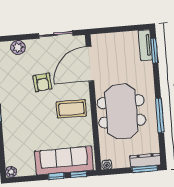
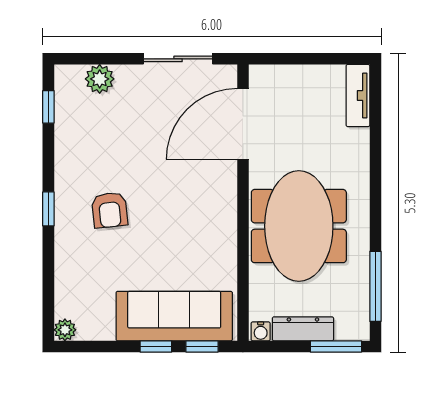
window: (154, 51) -> (375, 108), removed
armchair: (43, 82) -> (110, 210), moved
coffee table: (71, 109) -> (198, 212), removed
window: (160, 115) -> (375, 286), moved
dresser: (145, 160) -> (303, 329), moved

